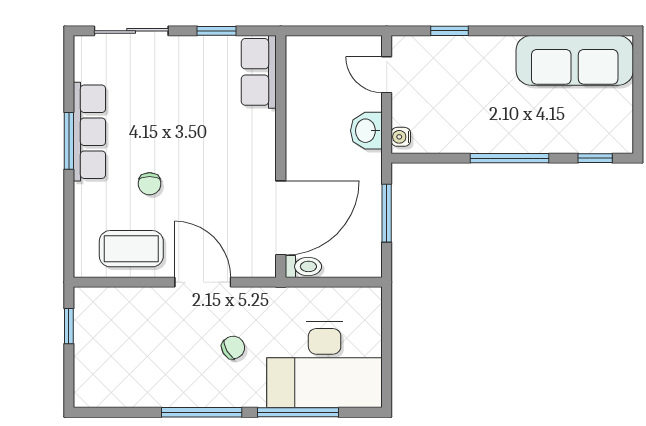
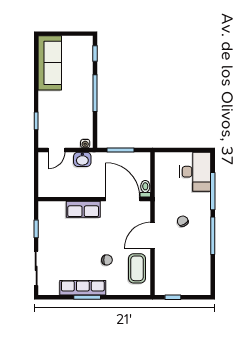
row of seats: (259, 72) -> (83, 209), moved
desk: (325, 365) -> (195, 172), width x0.73, depth x0.77

